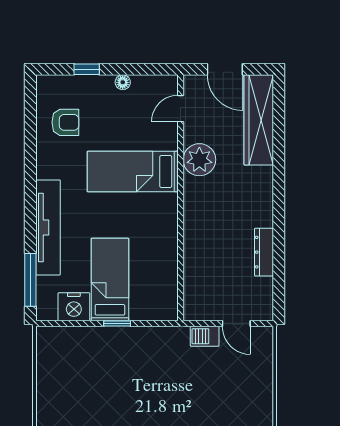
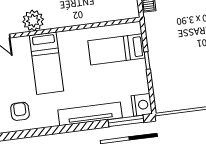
bed: (110, 280) -> (116, 49), moved
nightstand: (74, 307) -> (142, 105), moved

